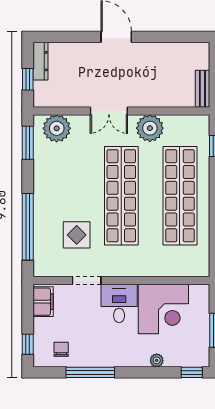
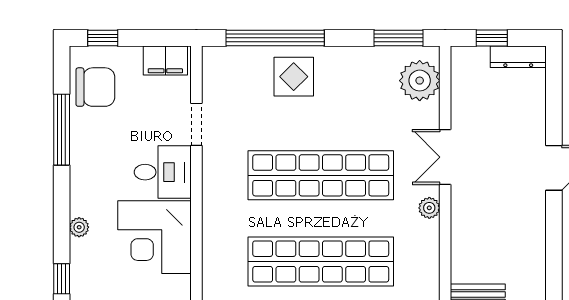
plant: (150, 128) -> (429, 208), width x0.53, depth x0.53
display table: (77, 235) -> (294, 77), moved
chair: (61, 349) -> (95, 87), width x1.87, depth x1.87

